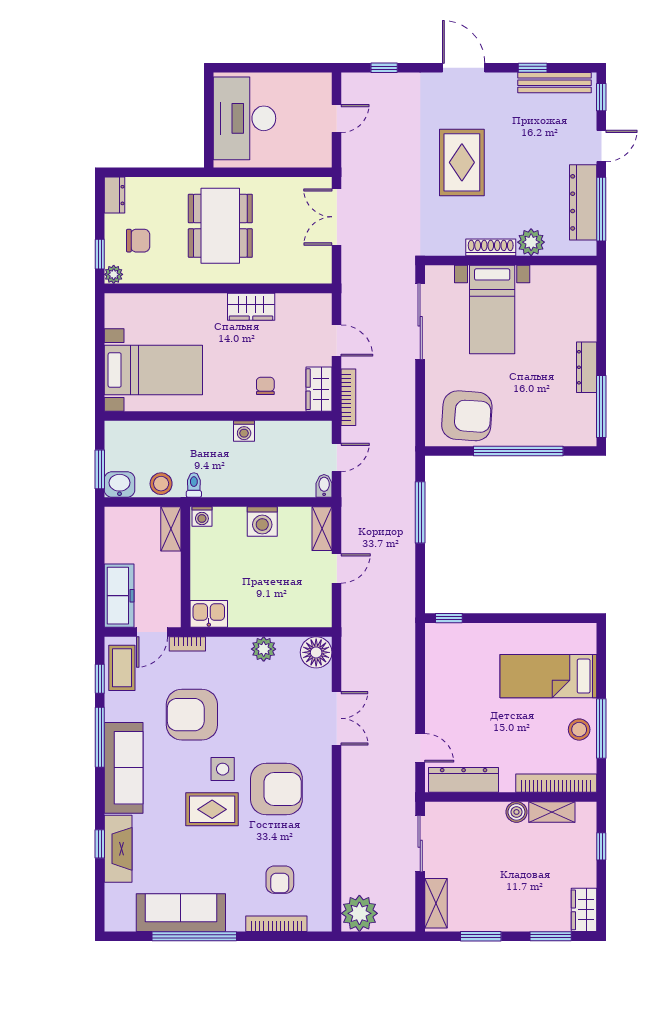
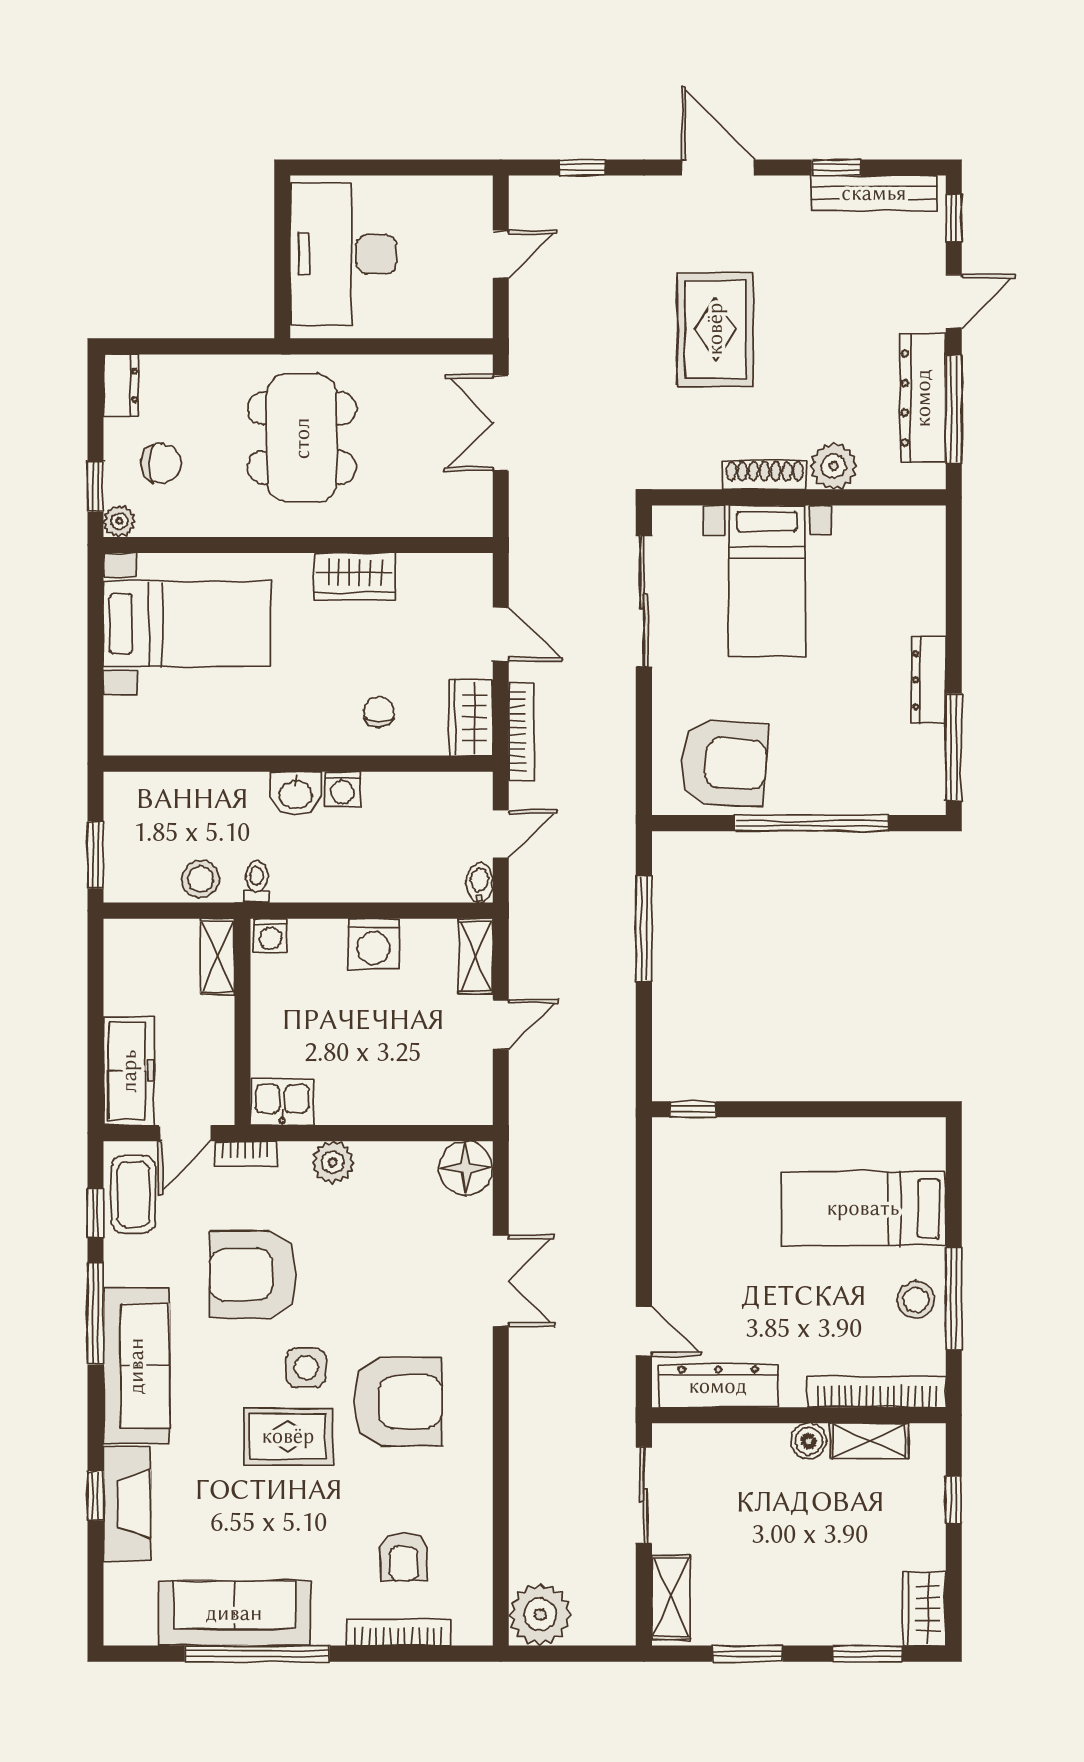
bed with nightstands: (153, 370) -> (187, 624), moved
washbasin: (120, 485) -> (296, 794), moved, turned 180
plant: (264, 649) -> (333, 1162), moved

